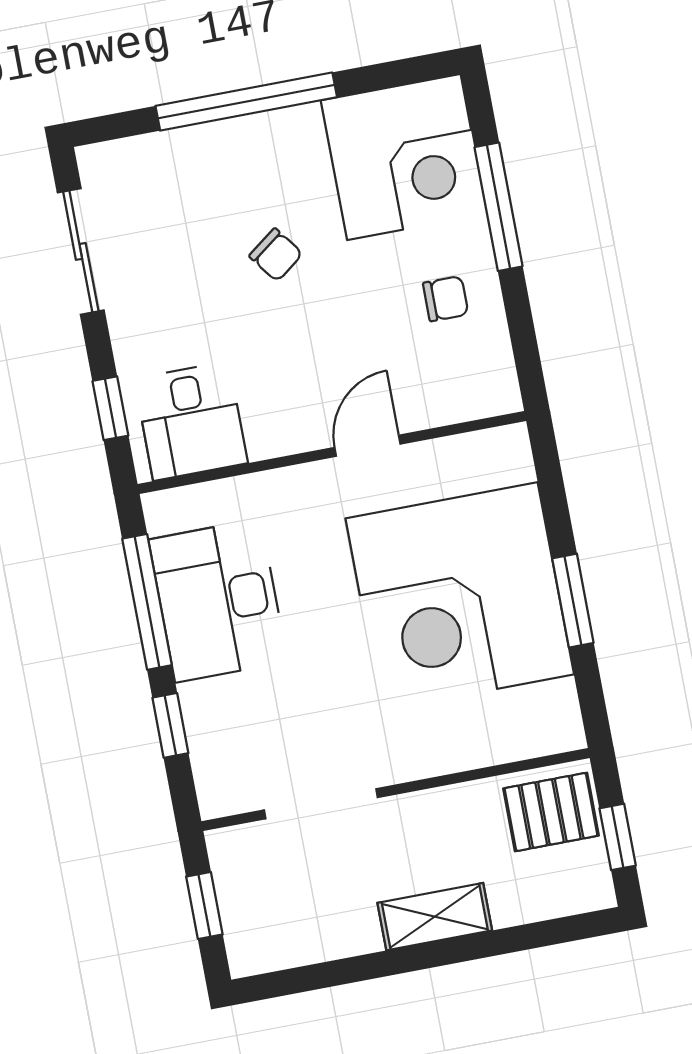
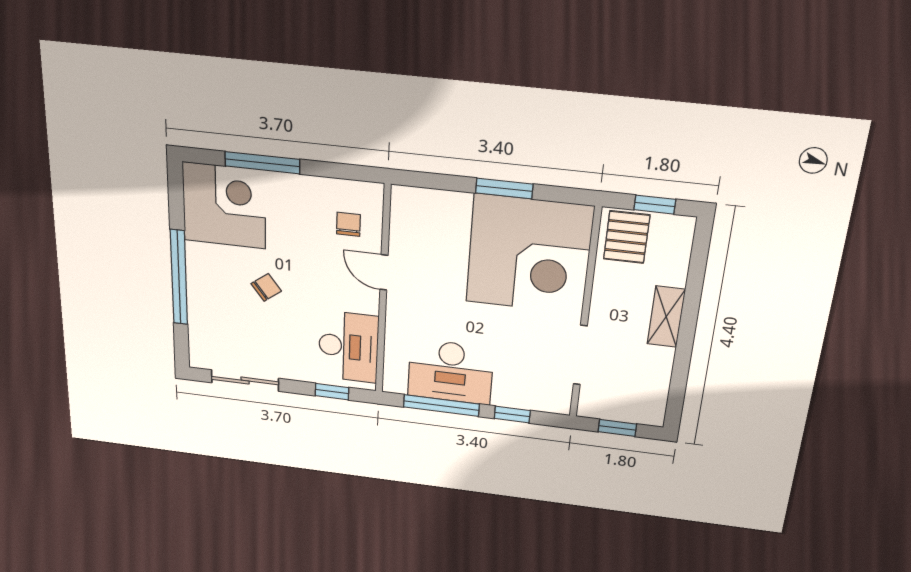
chair: (446, 299) -> (348, 224), moved
desk: (191, 421) -> (348, 347), width x1.37
corner desk: (460, 596) -> (529, 254), moved

